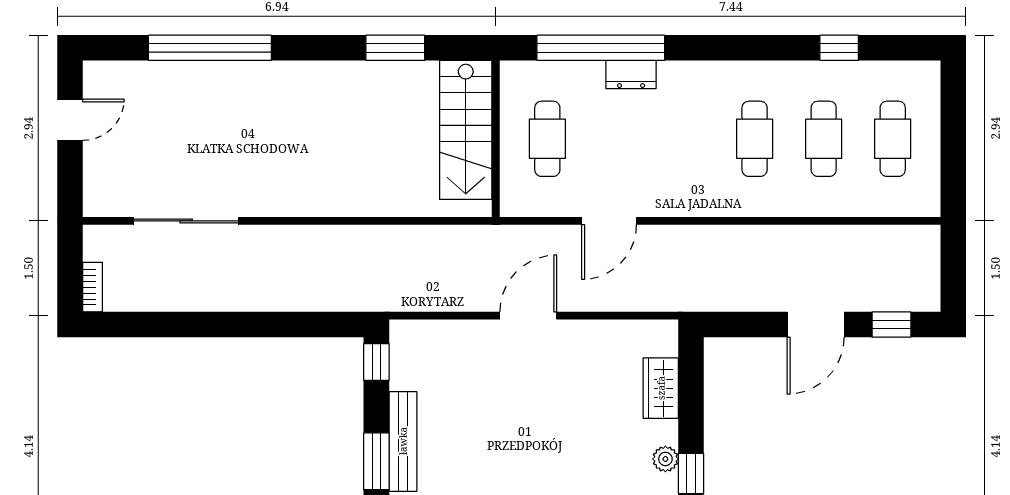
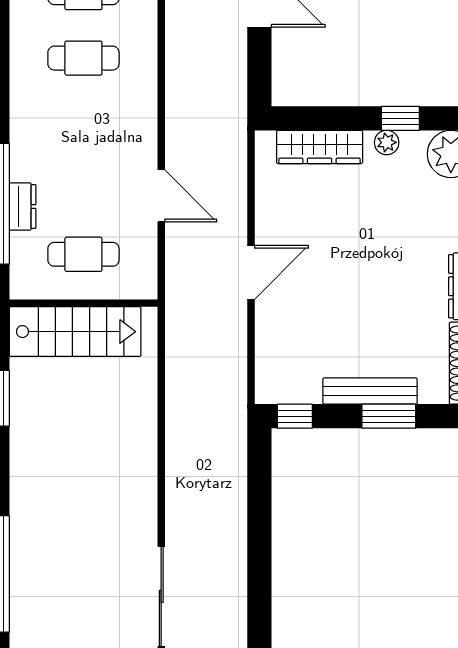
dresser: (631, 75) -> (23, 207), moved
door: (528, 316) -> (251, 272), swing flipped
wardrobe: (661, 388) -> (320, 147), width x1.50

